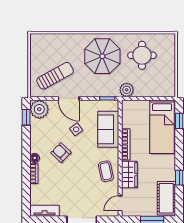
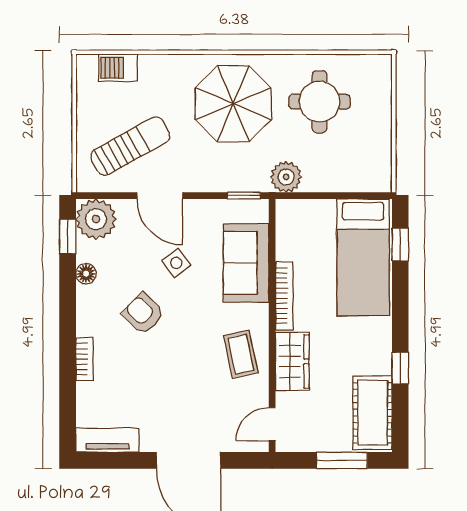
barbecue: (49, 40) -> (118, 68), added
floor lamp: (35, 158) -> (86, 274), moved

